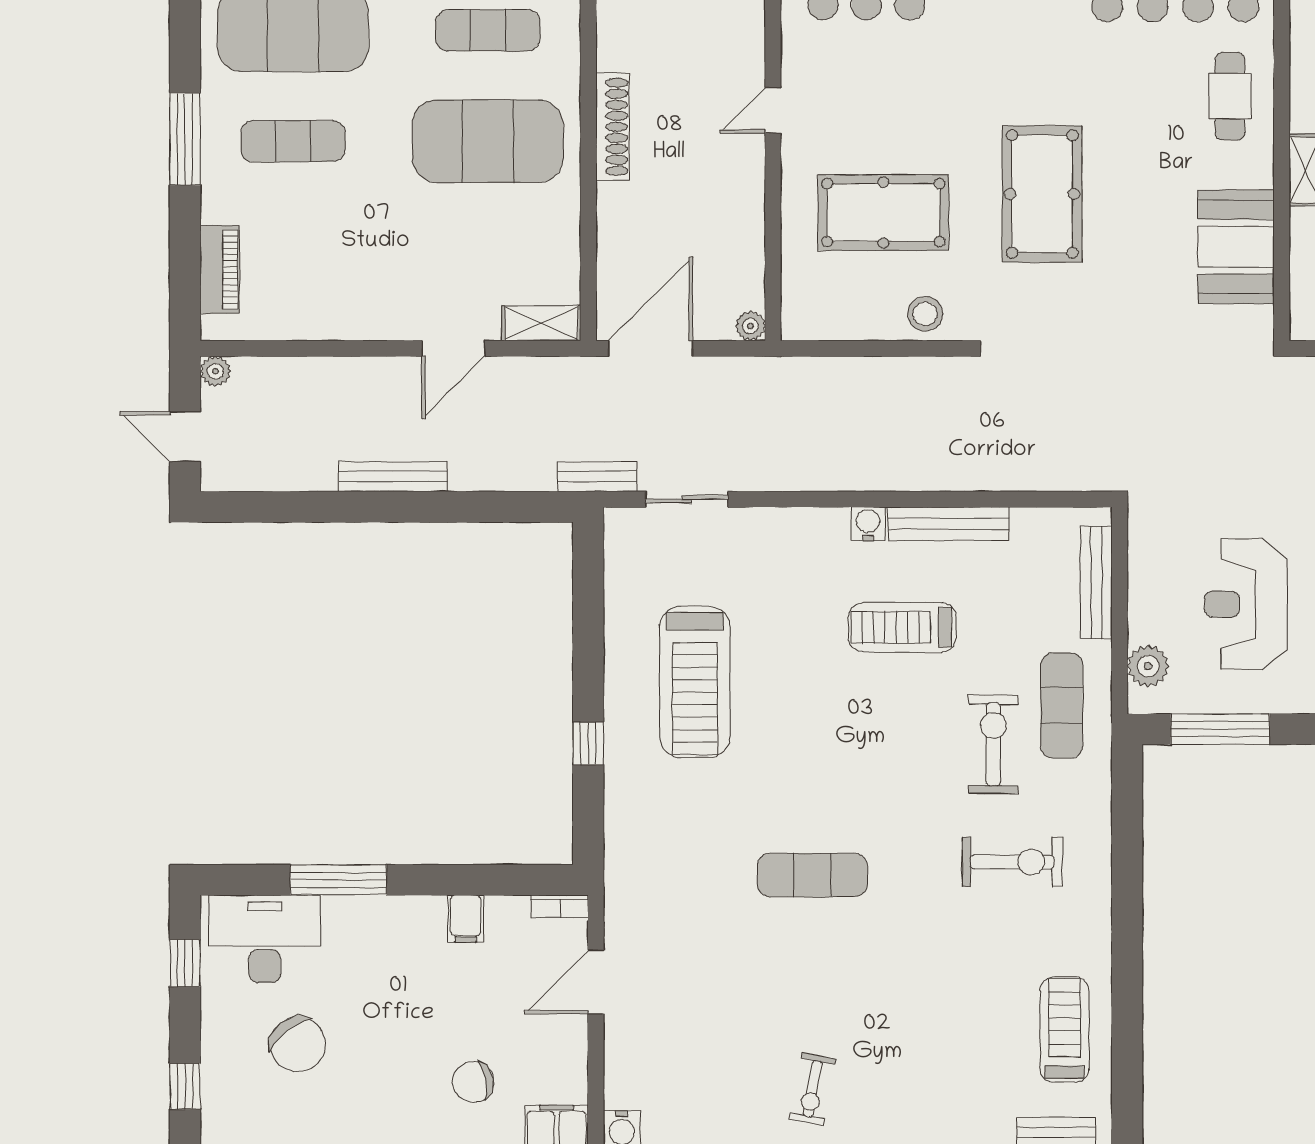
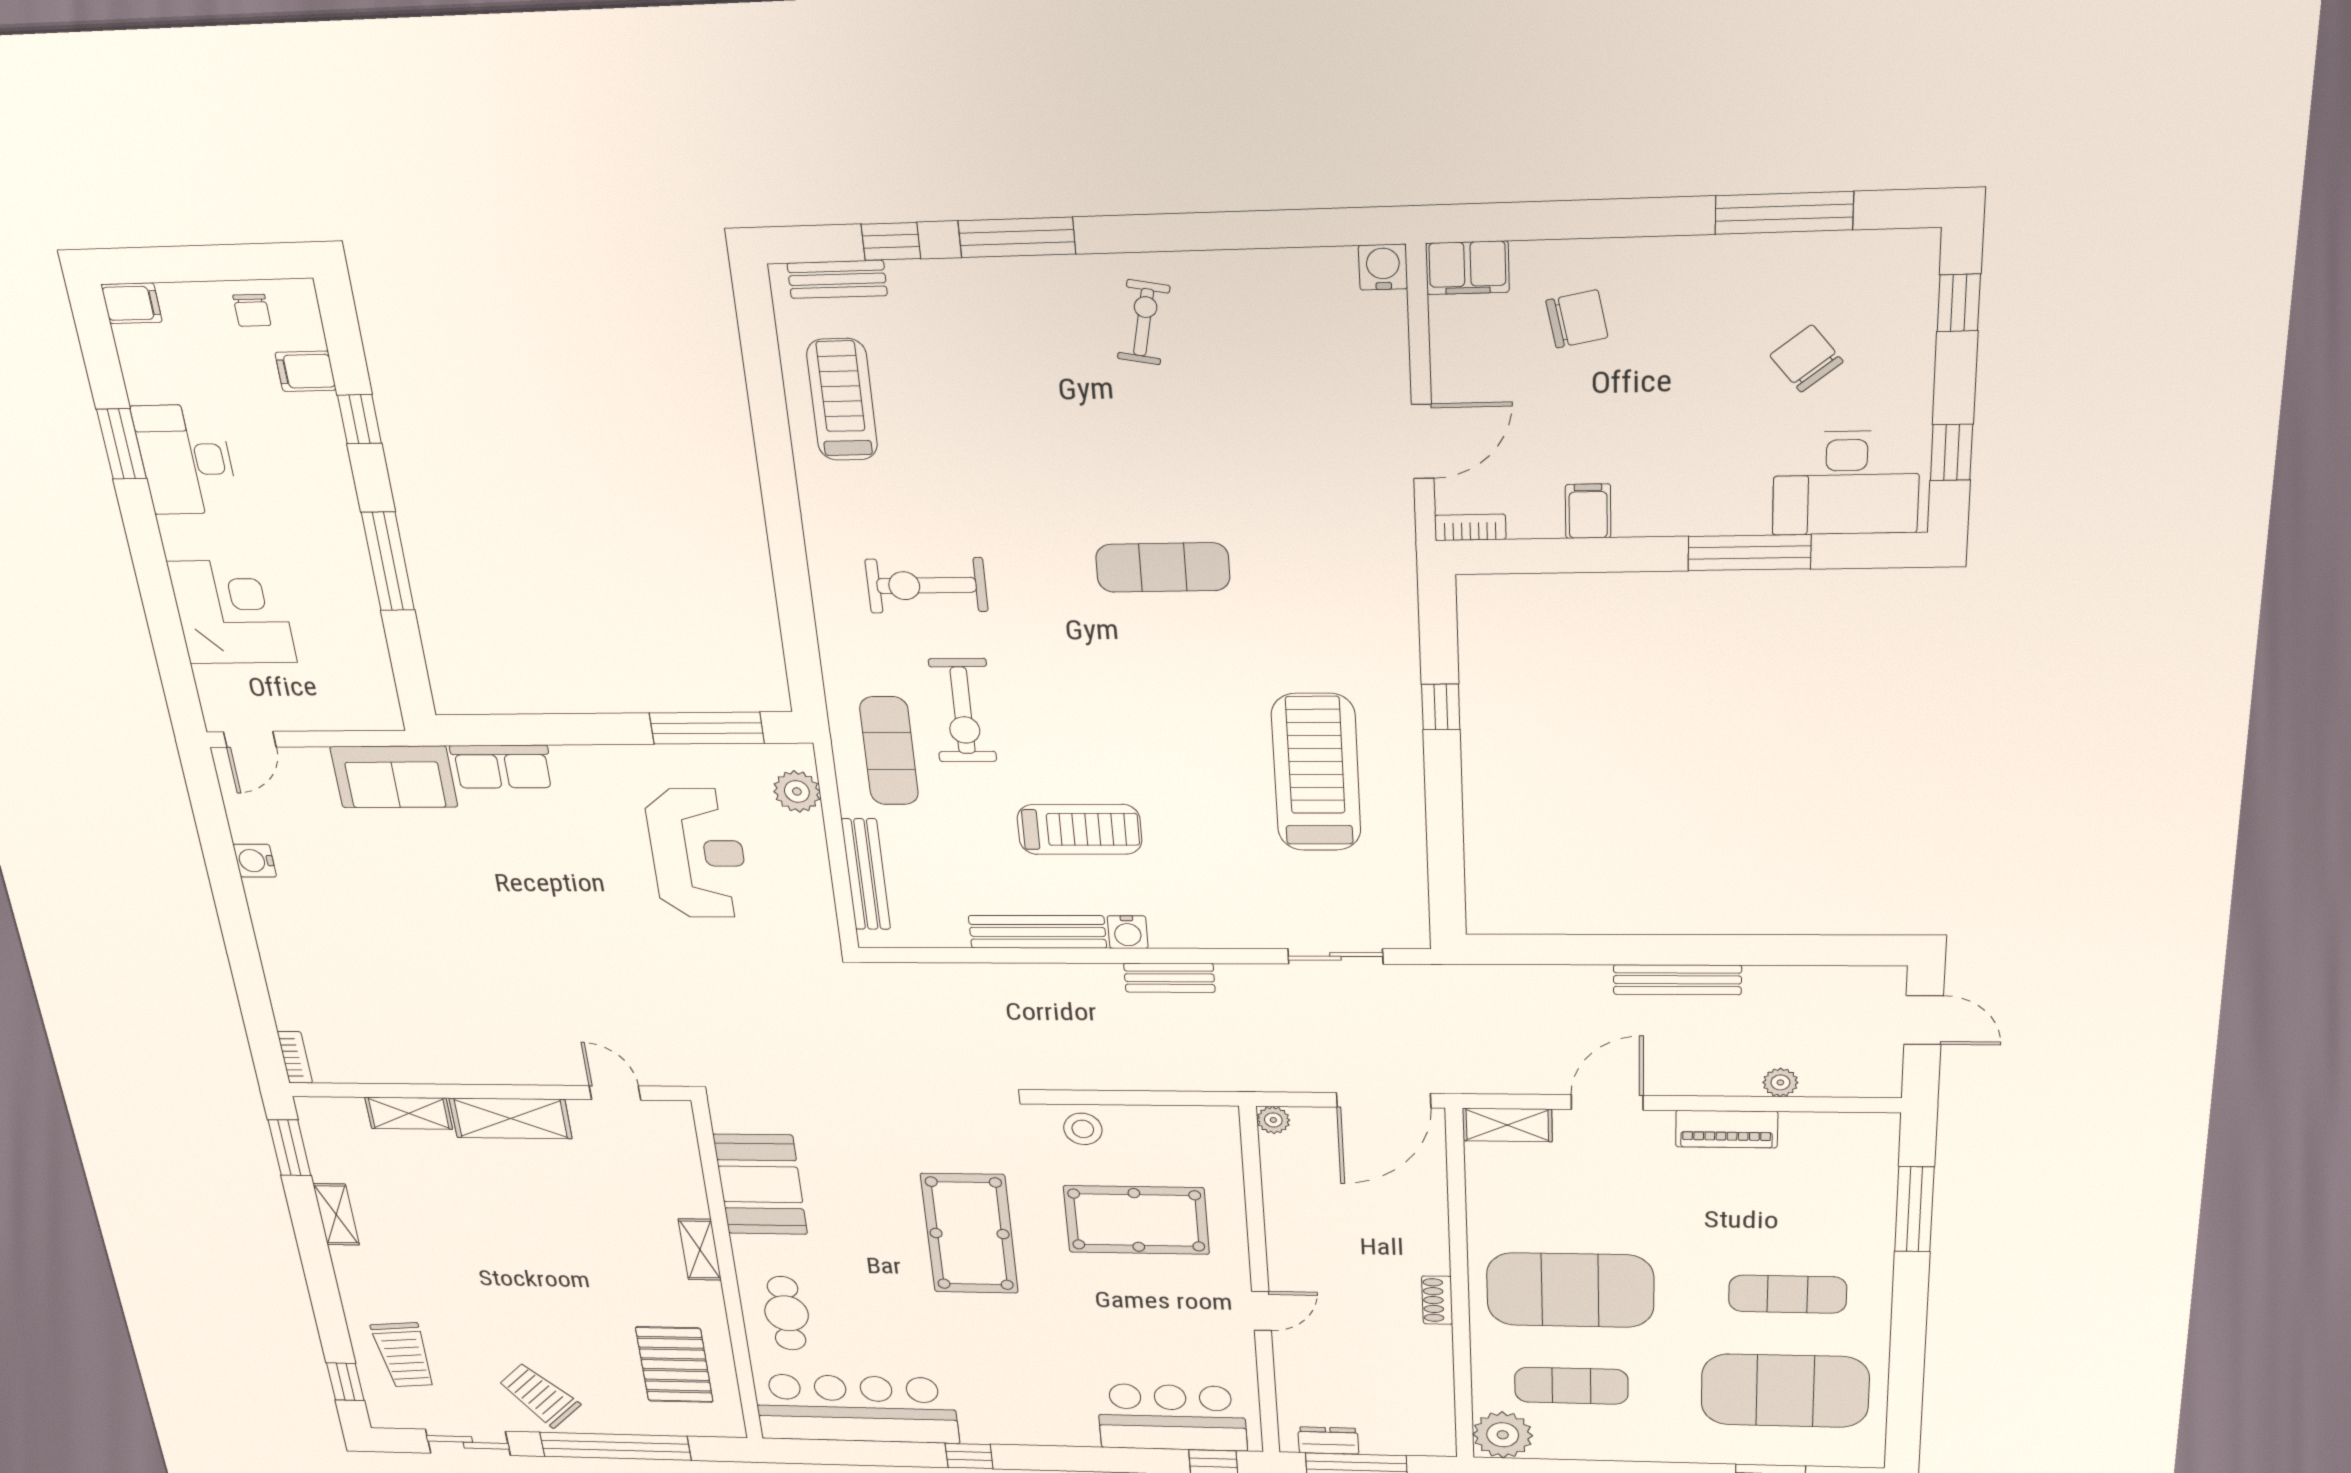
shoe rack: (612, 127) -> (1437, 1300), width x0.51, depth x0.81
window: (185, 139) -> (1914, 1209), moved
piano: (220, 270) -> (1727, 1129), moved, turned -90
plant: (215, 371) -> (1780, 1082), moved
bench: (597, 477) -> (1169, 978), moved
treadmill: (1064, 1030) -> (842, 400), turned 180
chair: (298, 1044) -> (1806, 358), width x0.73, depth x0.73

